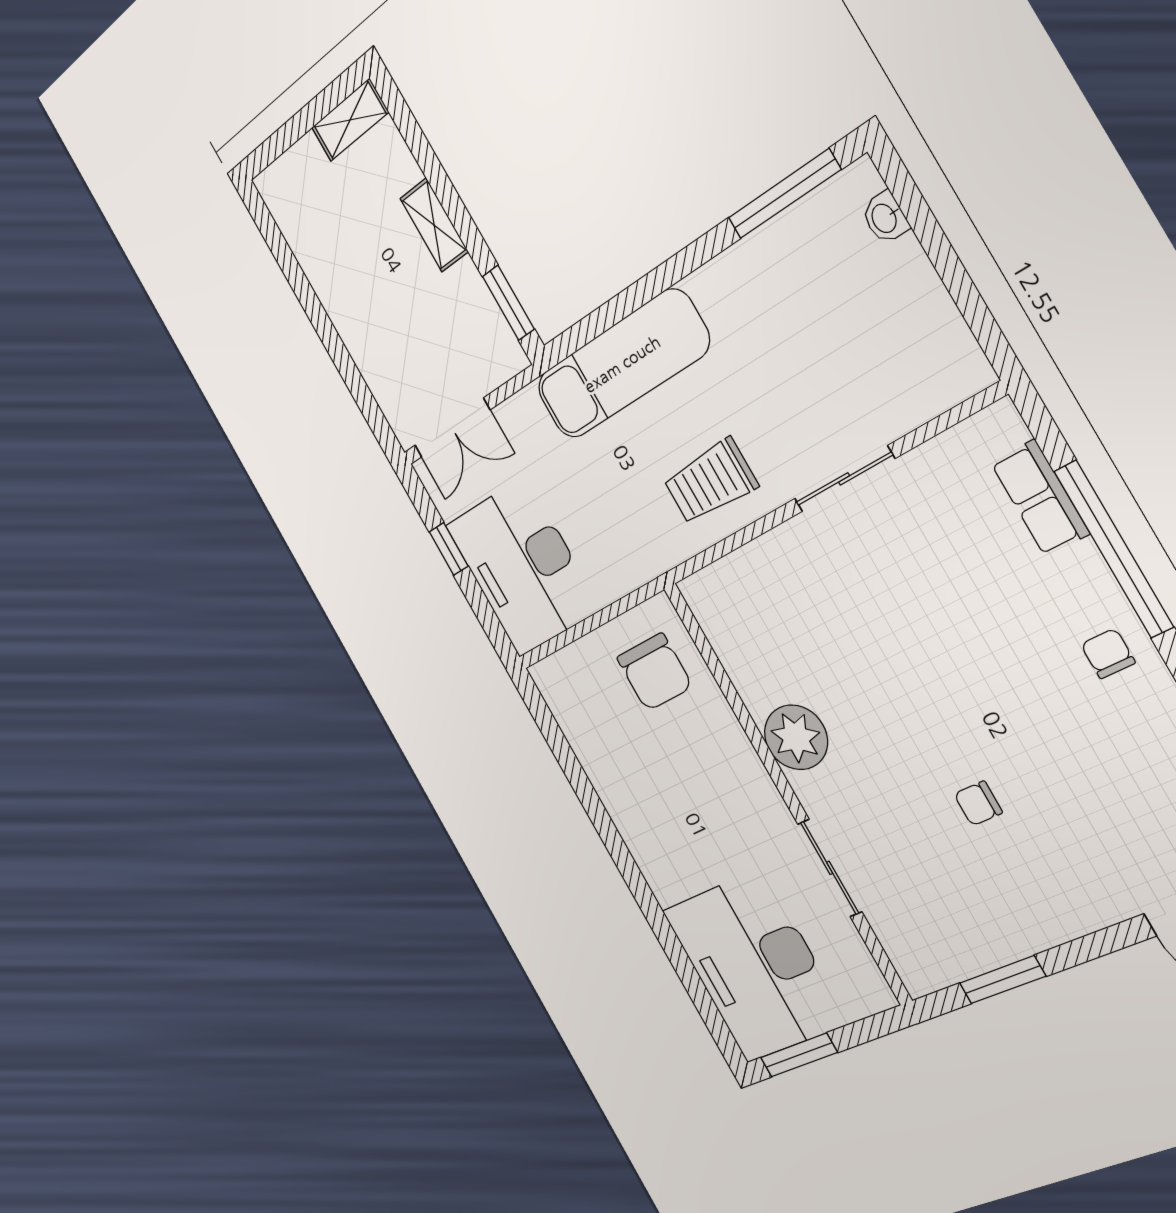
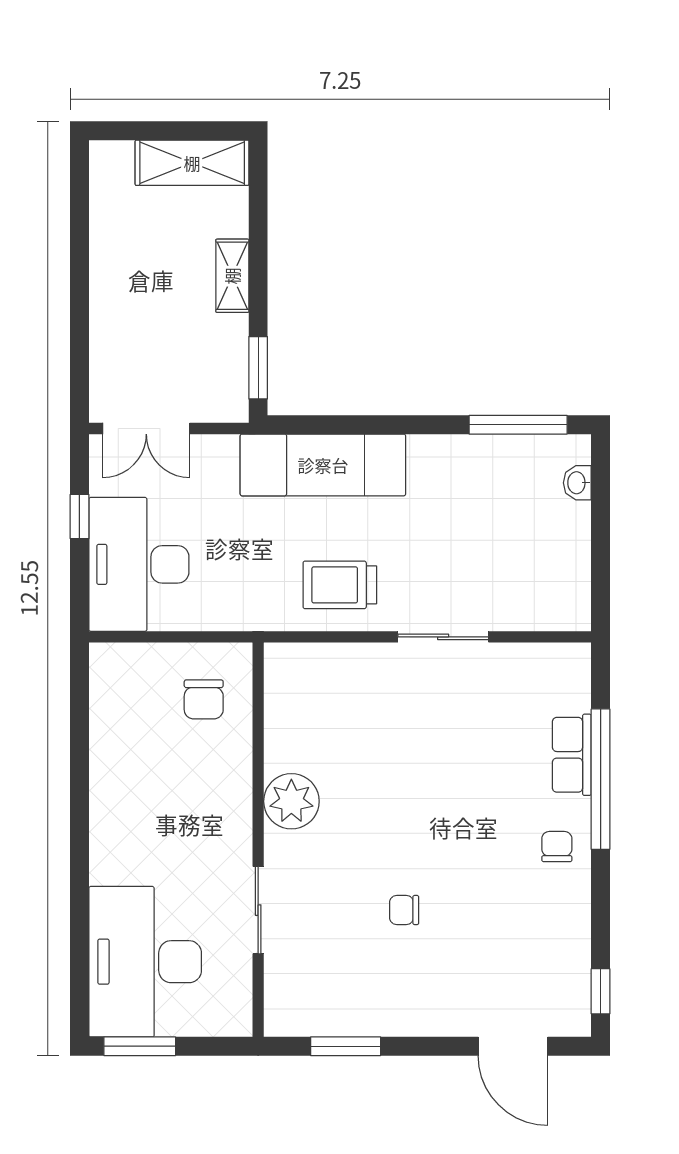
shelving: (350, 120) -> (192, 163), width x1.50, depth x1.33
row of seats: (1040, 498) -> (572, 755), moved
chair: (655, 672) -> (204, 699), width x0.73, depth x0.73

